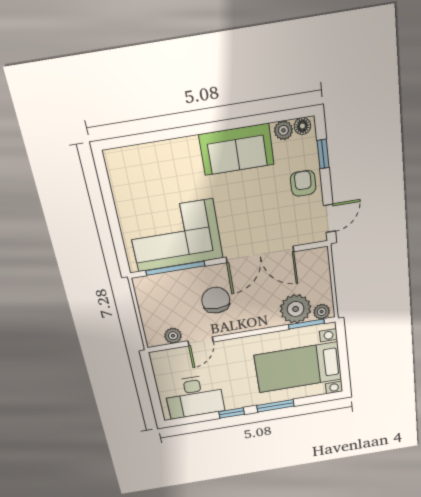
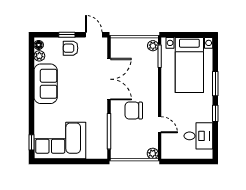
window: (130, 141) -> (31, 142), added
window: (323, 154) -> (67, 35), moved
corner sofa: (175, 236) -> (60, 141), moved, turned 90
plant: (296, 309) -> (148, 62), removed
plant: (173, 336) -> (153, 153), moved
desk: (194, 397) -> (198, 136), width x0.73

